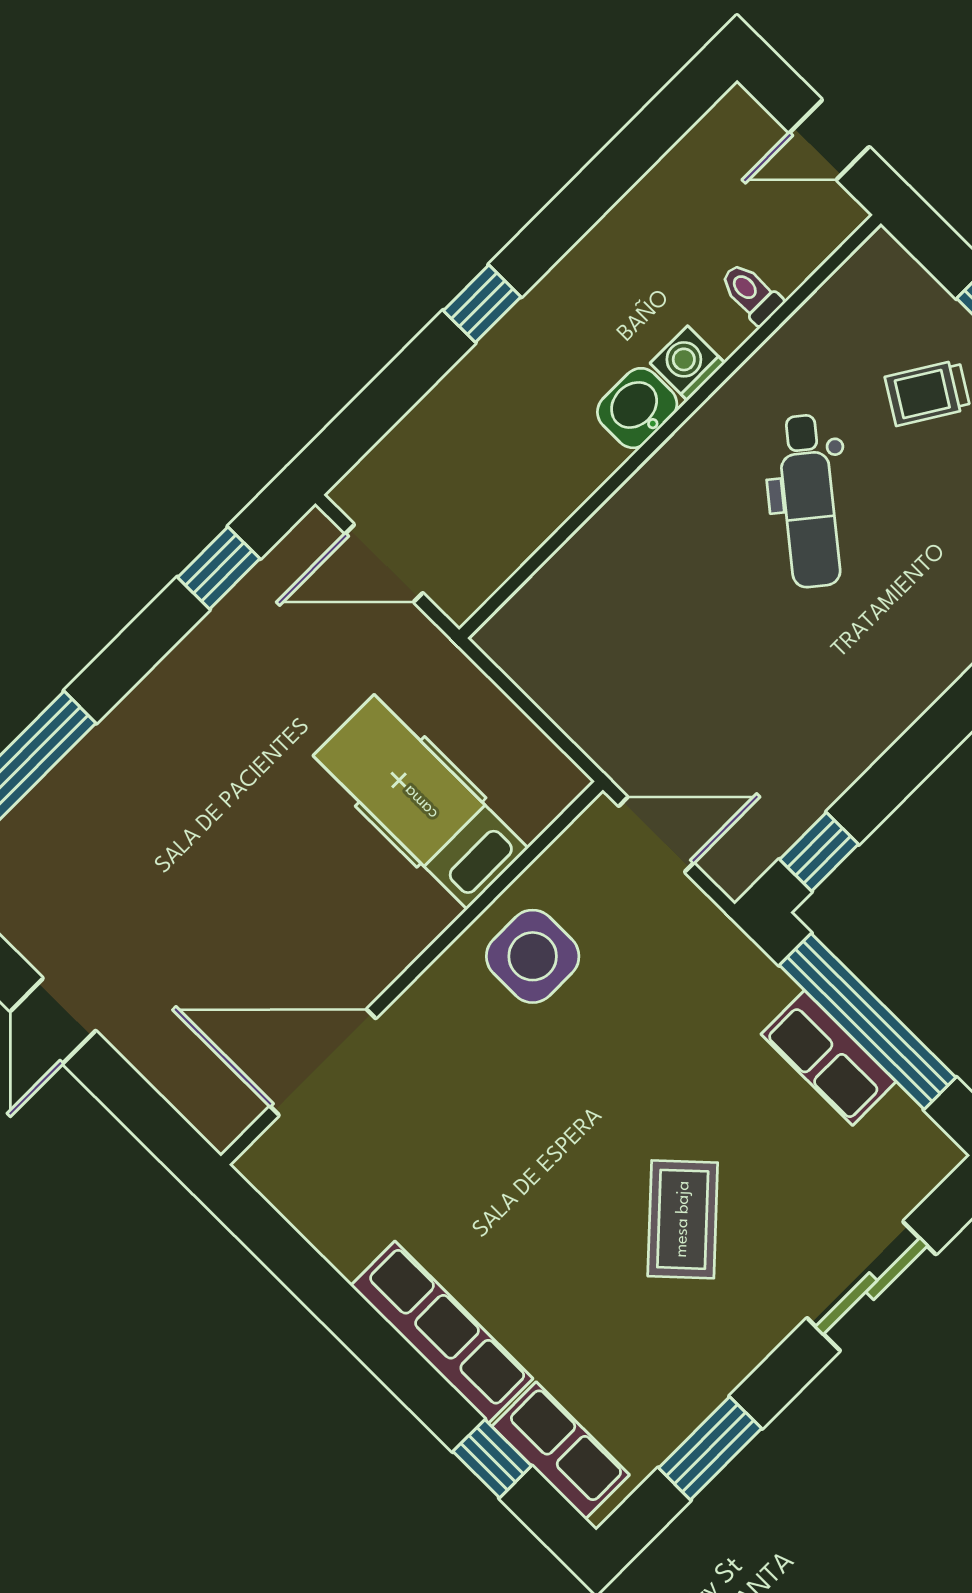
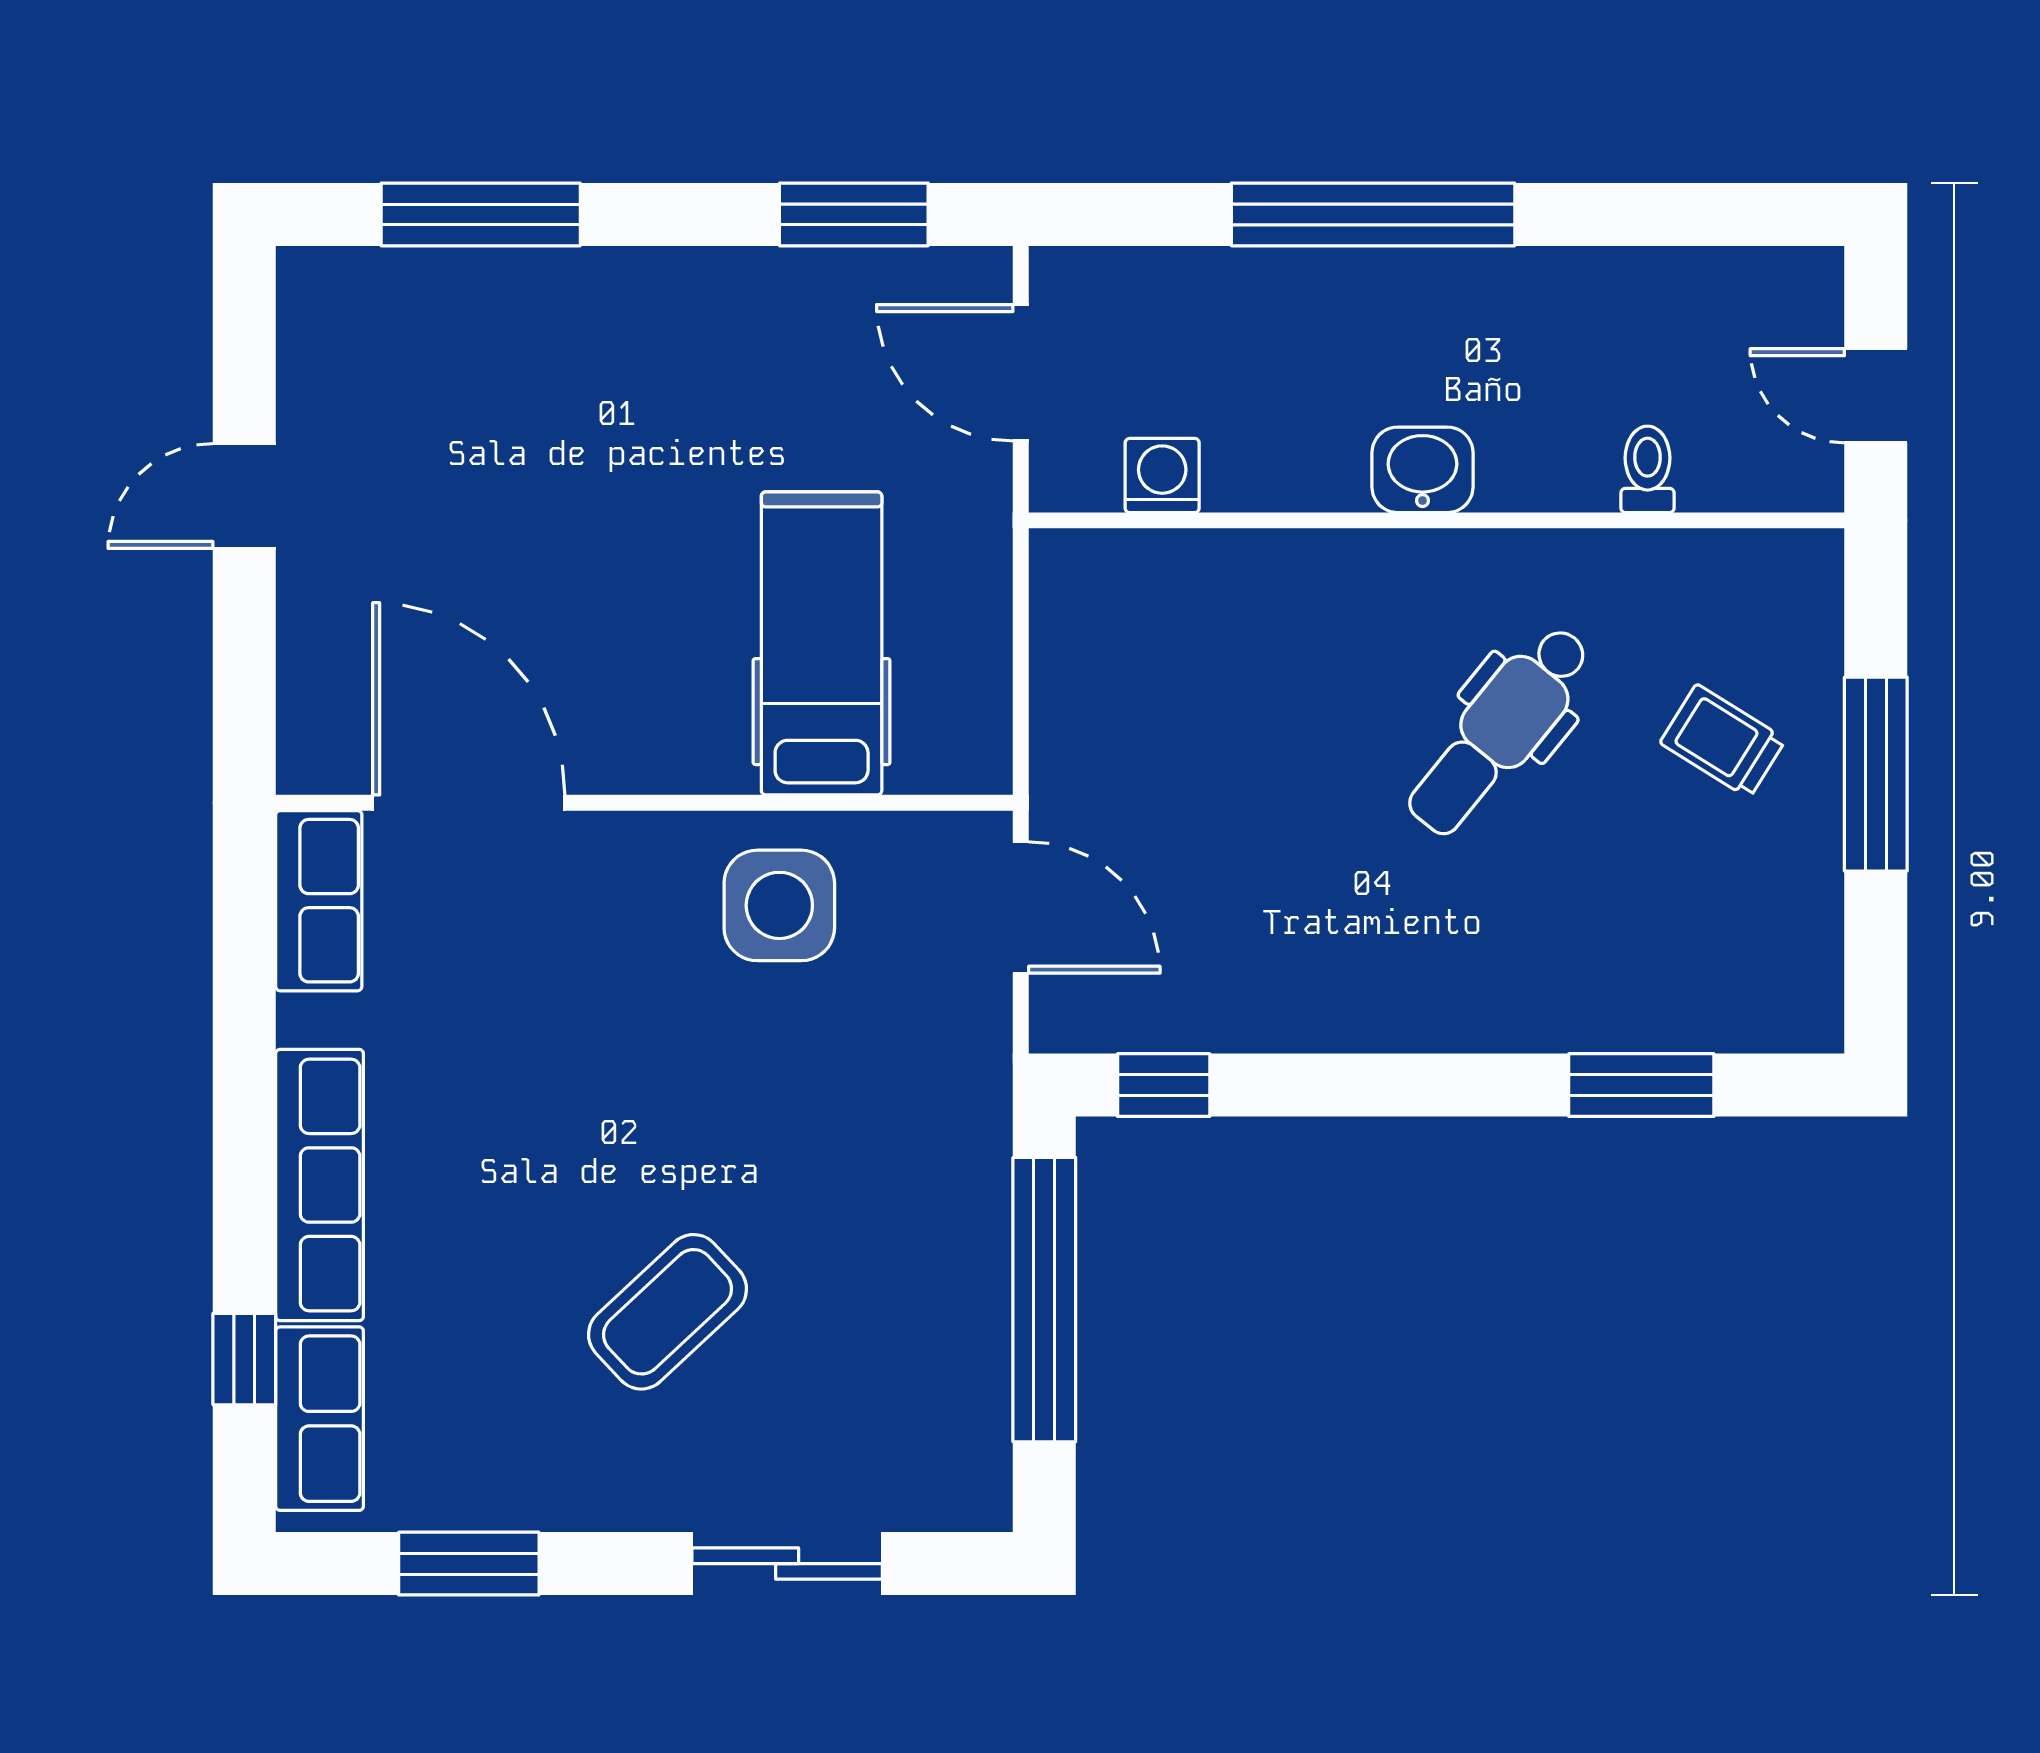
window: (482, 304) -> (1373, 214), width x3.17
washing machine: (688, 363) -> (1162, 476), moved
window: (219, 568) -> (854, 214), width x1.50
row of seats: (829, 1058) -> (319, 901), moved, turned 180

